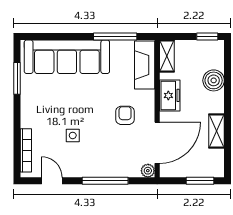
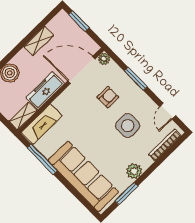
freezer: (170, 95) -> (45, 91), width x1.40
plant: (29, 103) -> (134, 171), added
armchair: (125, 115) -> (108, 97), moved, turned 180
side table: (73, 135) -> (128, 126), width x1.87, depth x1.87
window: (105, 181) -> (136, 79), width x0.69

